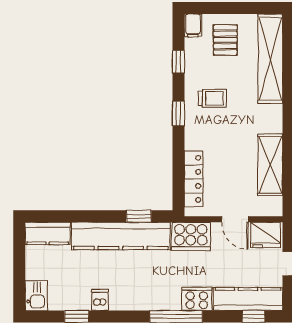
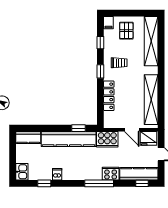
shelving: (270, 165) -> (151, 100), width x1.47
locker: (194, 179) -> (109, 96), moved

